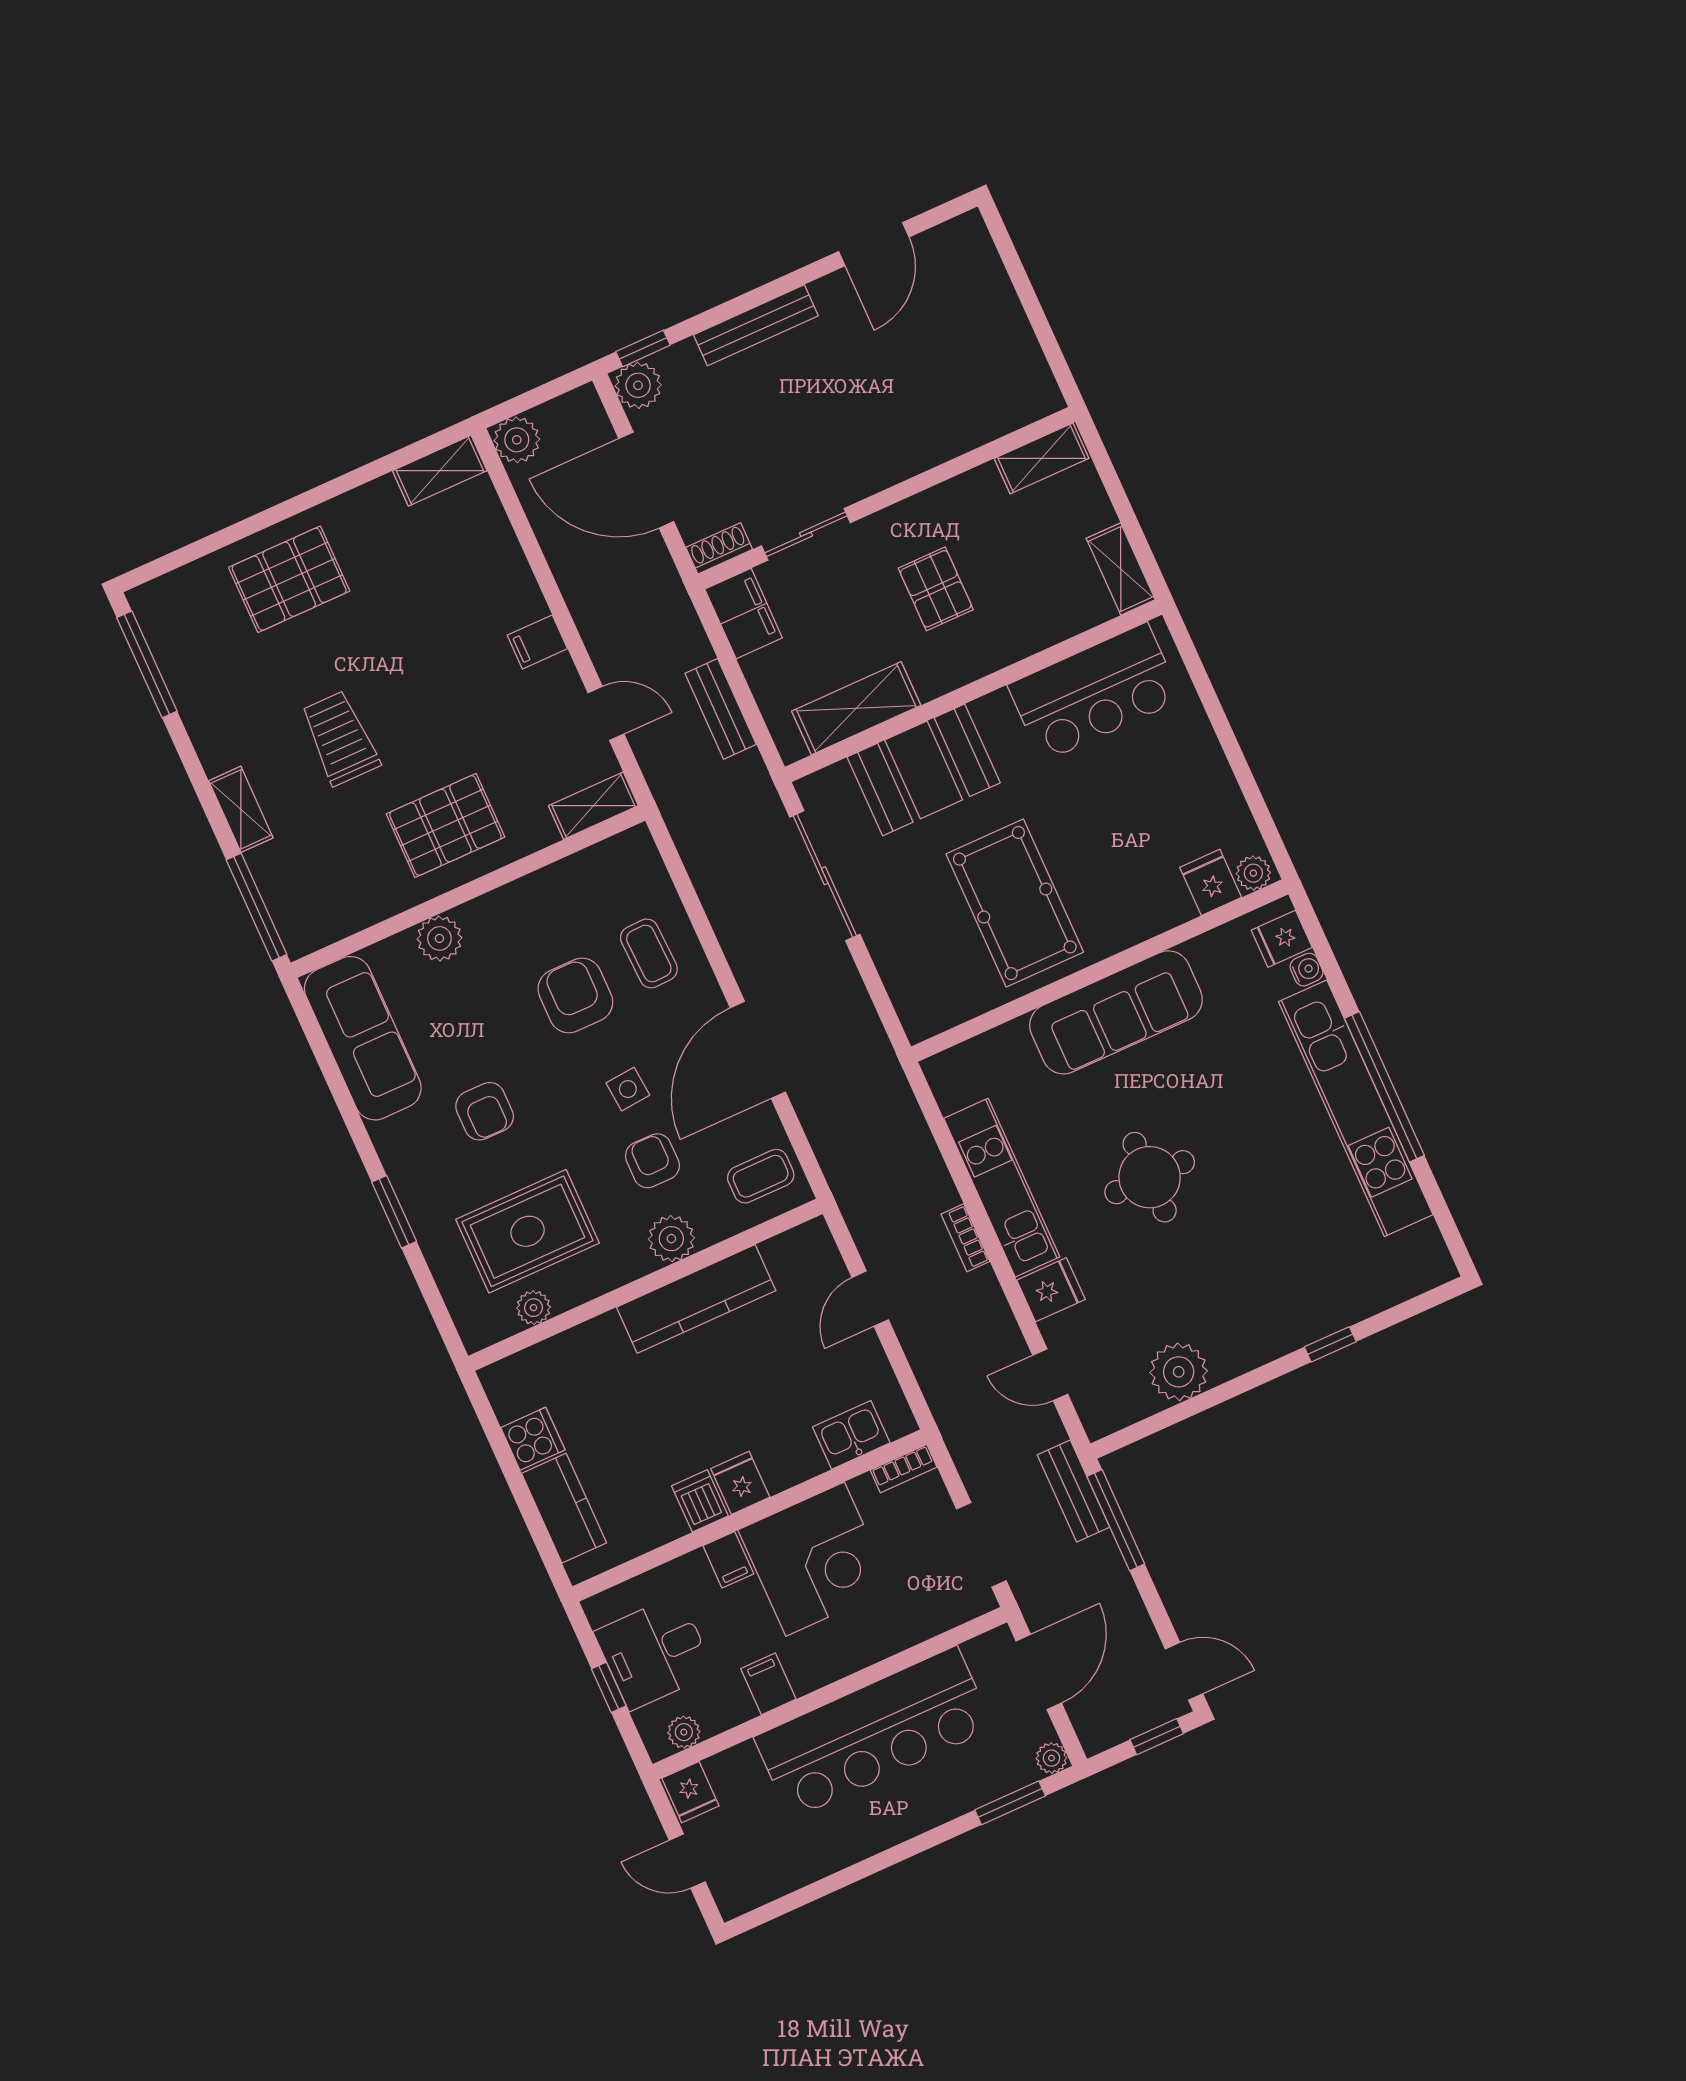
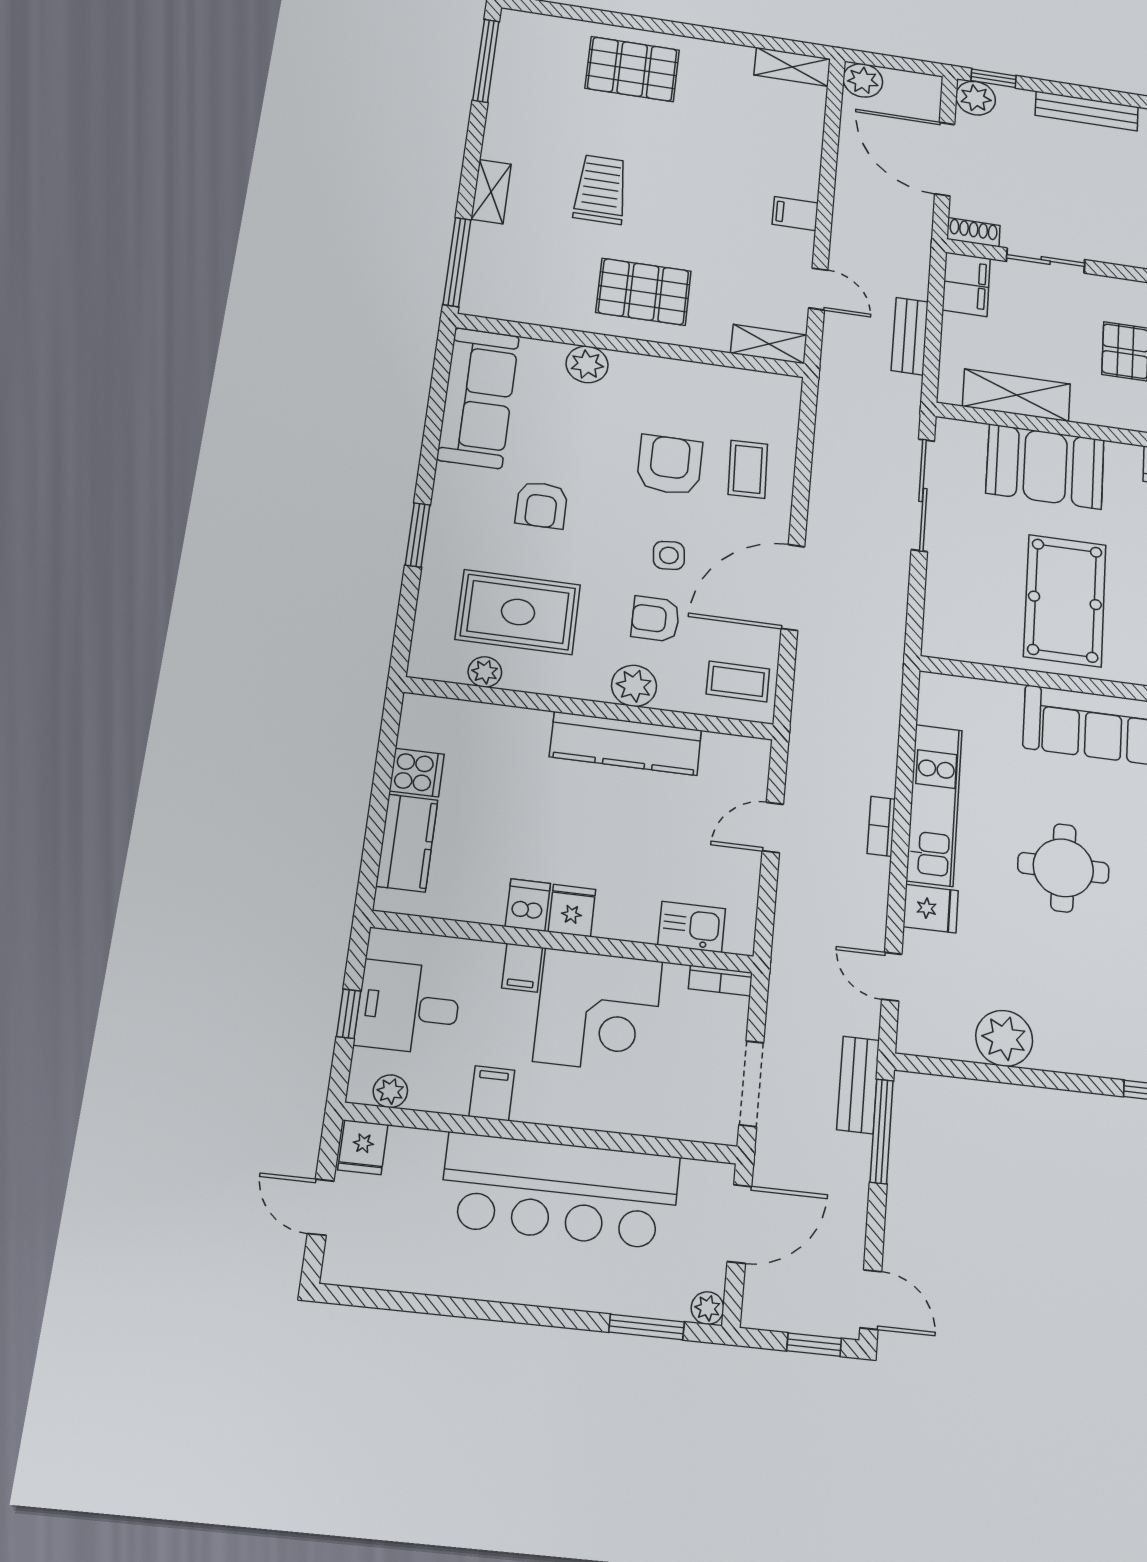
armchair: (652, 1161) -> (655, 619), turned -90

